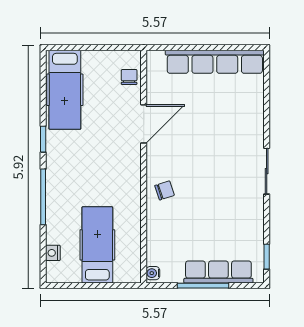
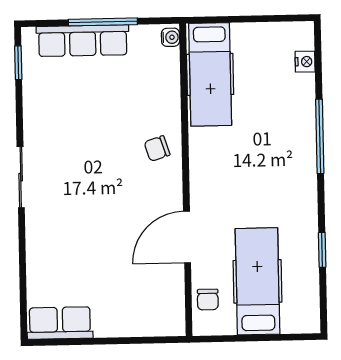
row of seats: (215, 62) -> (60, 323), width x0.50
hospital bed: (65, 90) -> (258, 281), moved
window: (43, 139) -> (322, 250), moved
hospital bed: (97, 245) -> (210, 74), moved

